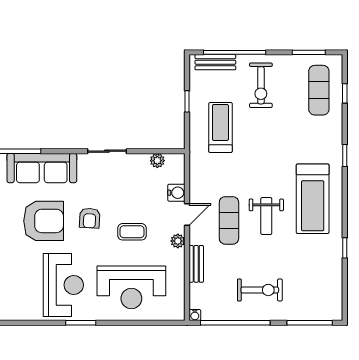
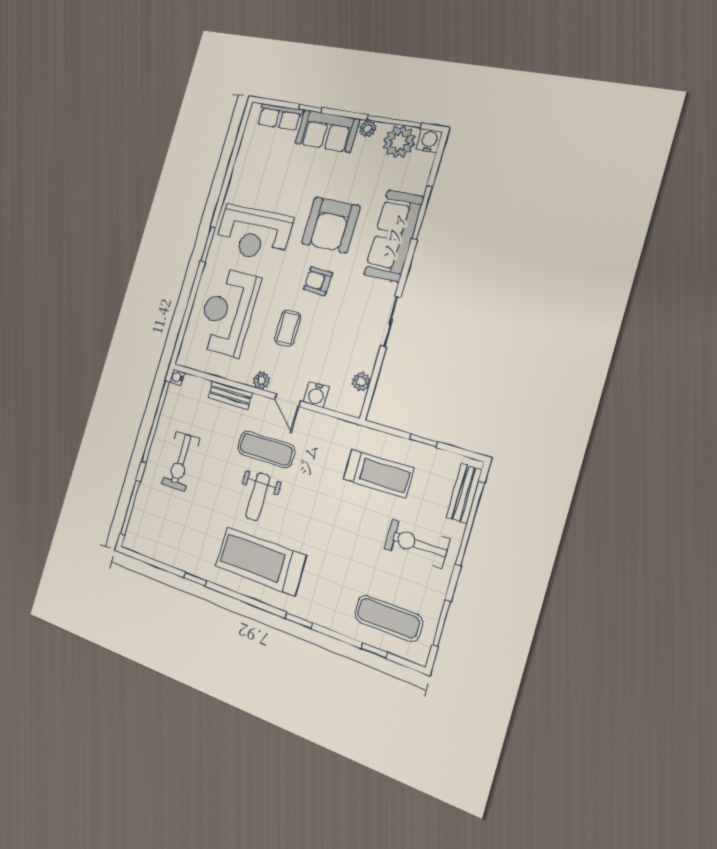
weight bench: (266, 216) -> (258, 497), turned -90

